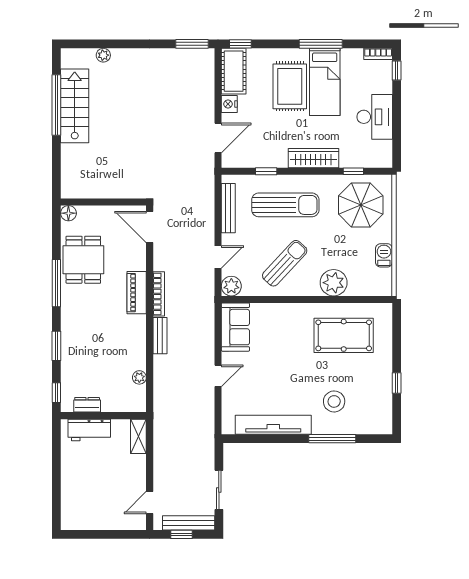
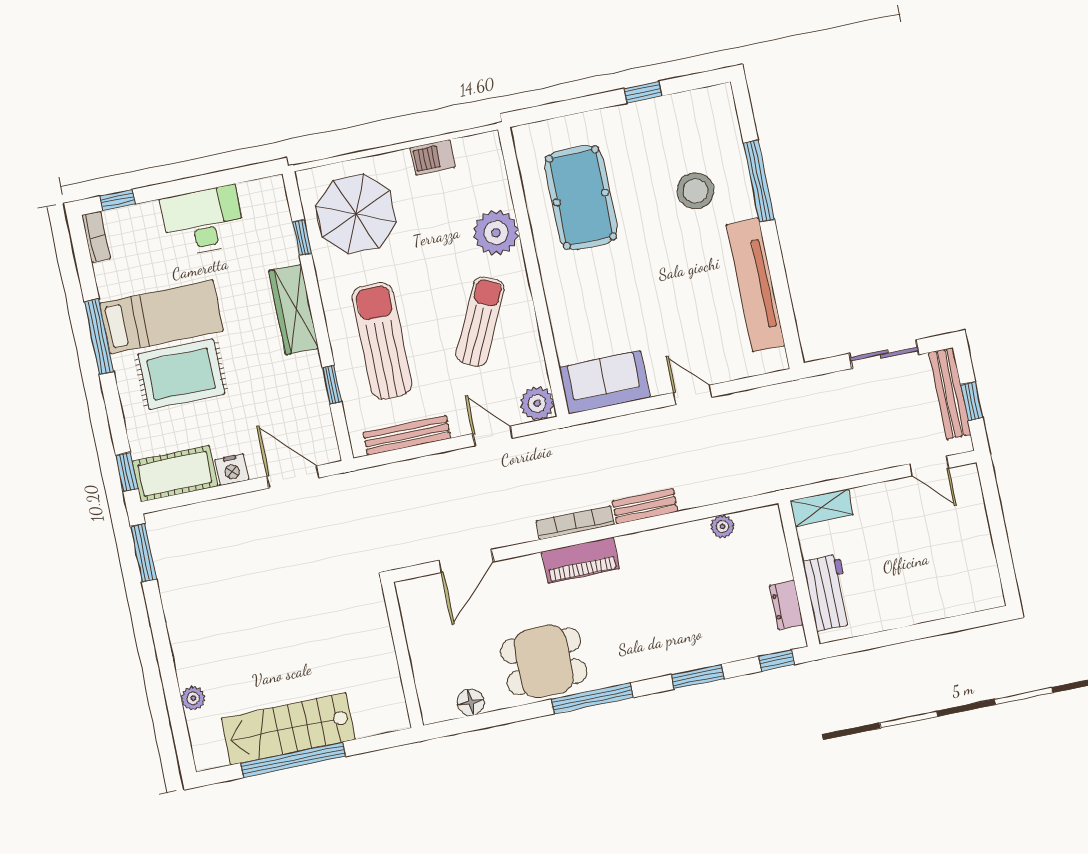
wall: (103, 202) -> (402, 655), moved
sun lounger: (285, 263) -> (480, 322), turned 73

